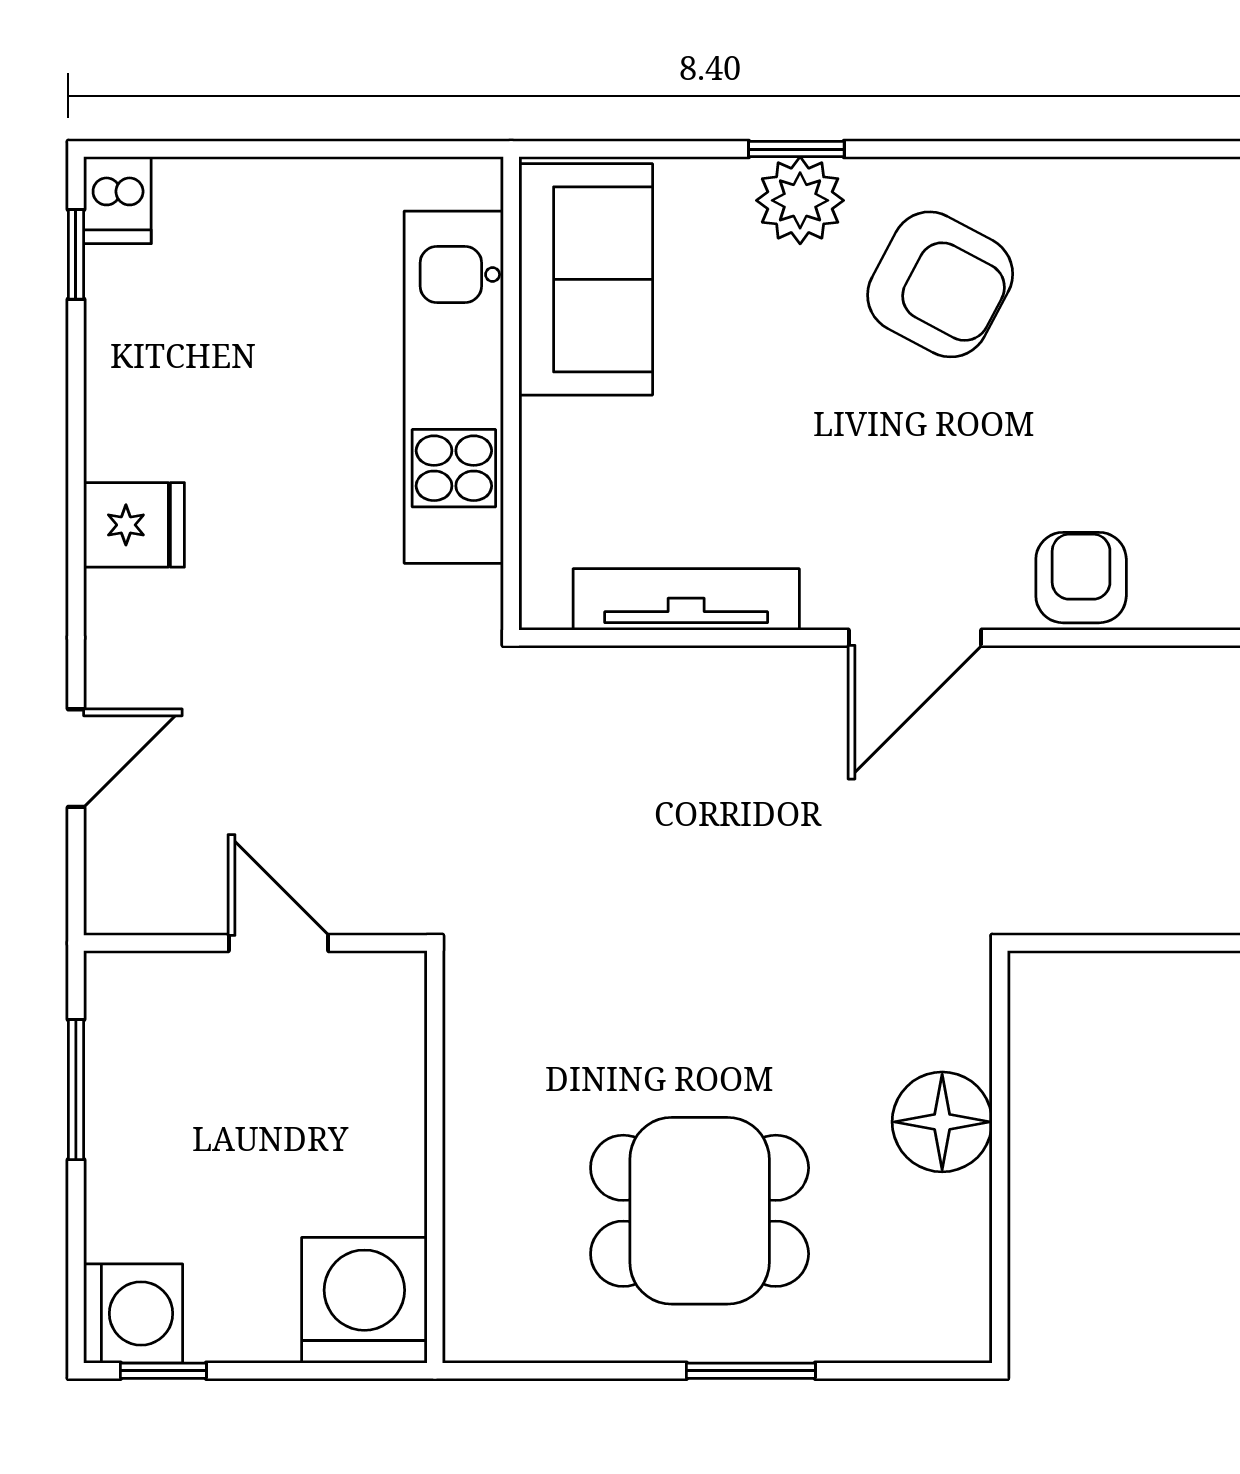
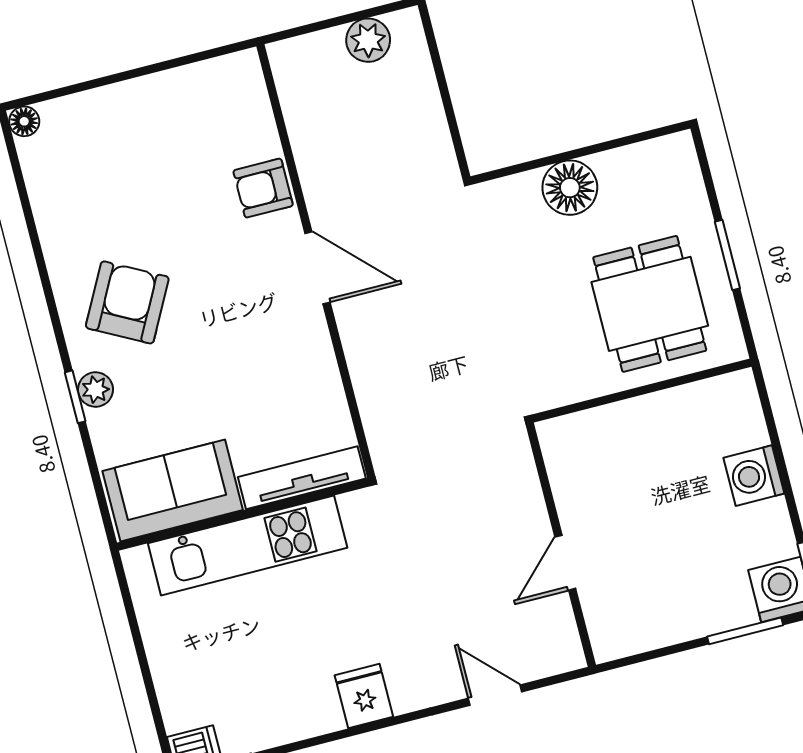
plant: (800, 200) -> (96, 390), width x0.73, depth x0.73
tv unit: (686, 599) -> (302, 478), moved, turned 90
window: (76, 1090) -> (745, 631), moved
wall: (435, 1157) -> (642, 391), moved
washing machine: (364, 1300) -> (754, 476), width x0.73, depth x0.73

